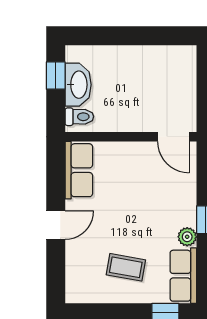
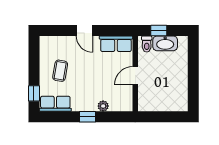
window: (56, 76) -> (159, 30), moved
door: (173, 137) -> (135, 76), moved
plant: (187, 237) -> (103, 106), moved

